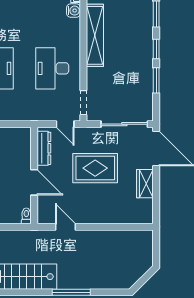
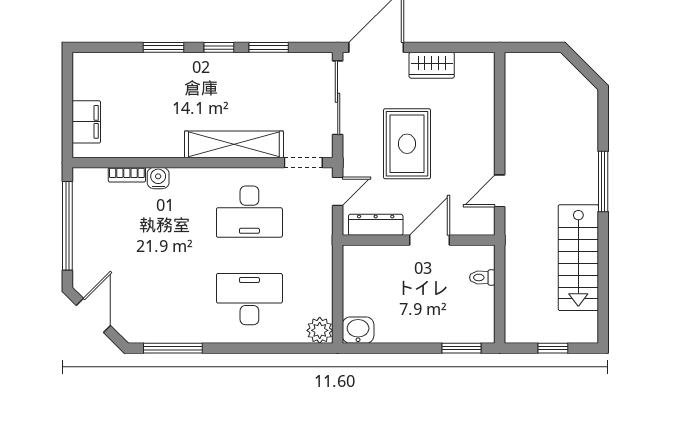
shelving: (95, 35) -> (234, 144), moved
toilet: (26, 216) -> (482, 277), moved

